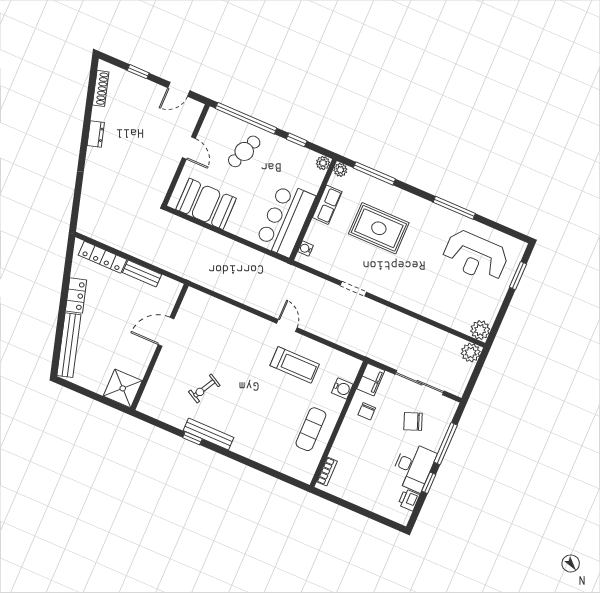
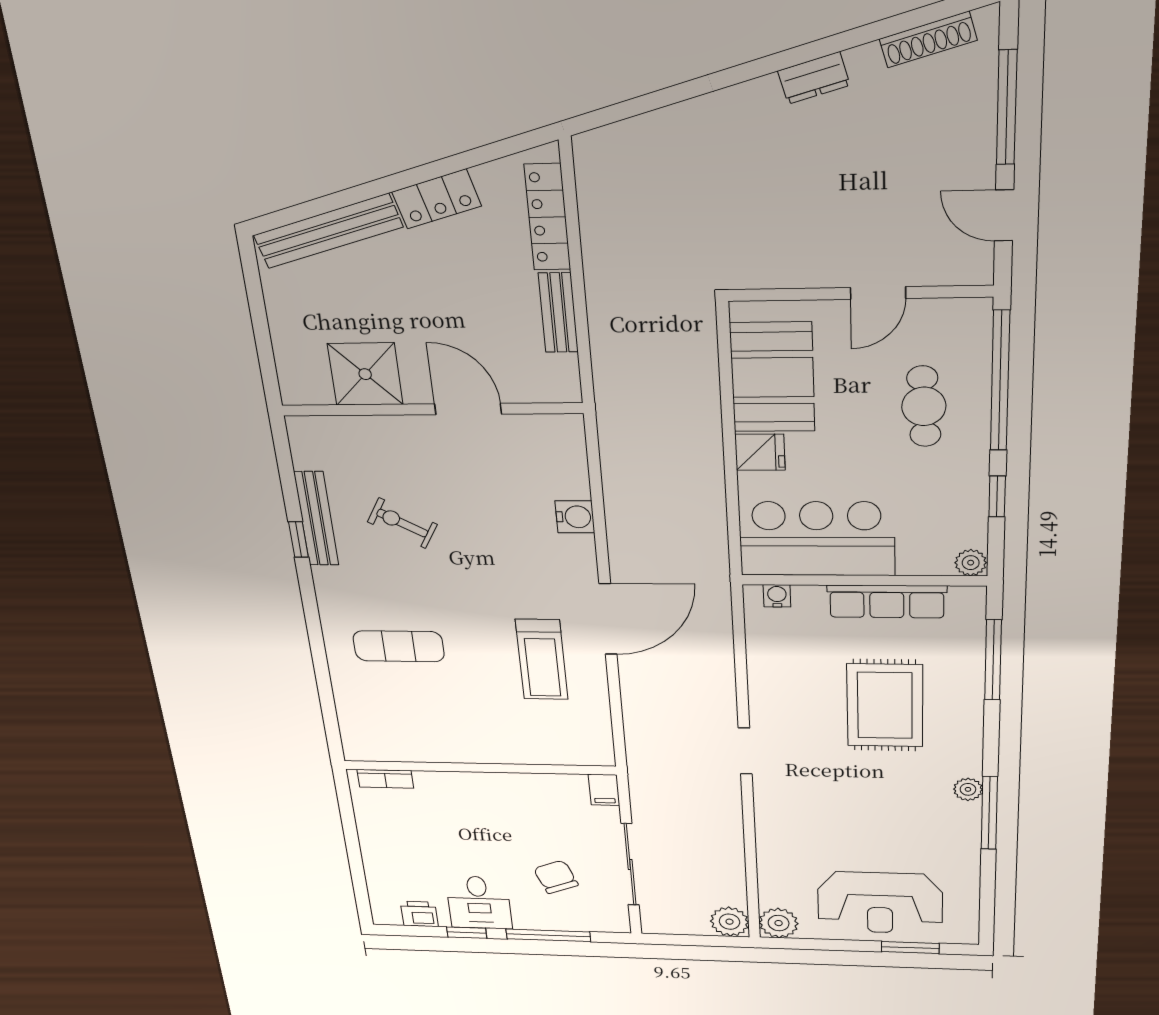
window: (138, 72) -> (1007, 108), width x2.17
cafe table: (244, 151) -> (924, 406), turned 65
plant: (340, 170) -> (968, 789), moved
row of seats: (327, 205) -> (887, 601), width x1.48
fridge: (236, 224) -> (760, 452), added
reception desk: (475, 256) -> (880, 903), moved, turned -90
doorway: (353, 289) -> (745, 751), moved
door: (287, 325) -> (608, 619), width x1.88
filing cabinet: (371, 380) -> (604, 790), width x0.50
shower: (123, 388) -> (365, 374), moved
water cooler: (342, 388) -> (575, 517), moved, turned -90
chair: (367, 411) -> (529, 803), removed
exercise mat: (311, 429) -> (399, 646), moved
bench: (209, 434) -> (316, 519), moved
desk: (413, 467) -> (479, 903), width x0.73

